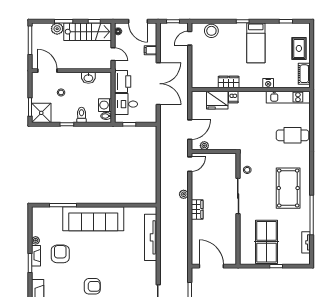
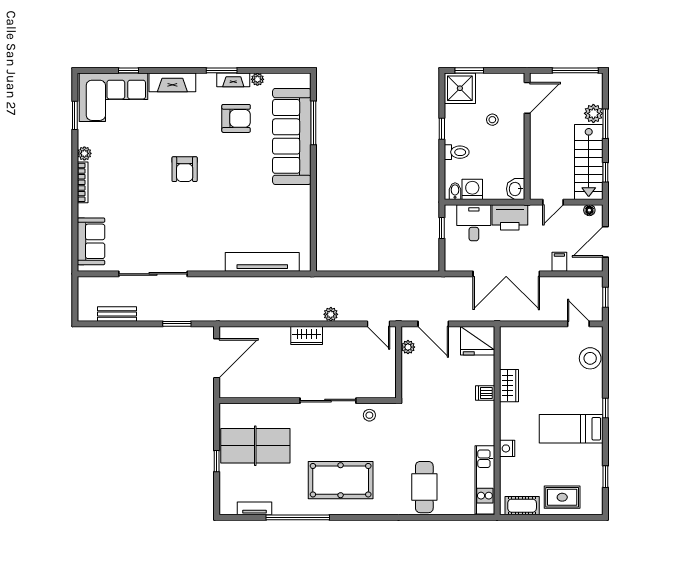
washbasin: (88, 78) -> (516, 189), moved
fridge: (217, 100) -> (478, 341), moved, turned -90
sofa: (93, 219) -> (292, 136), moved

